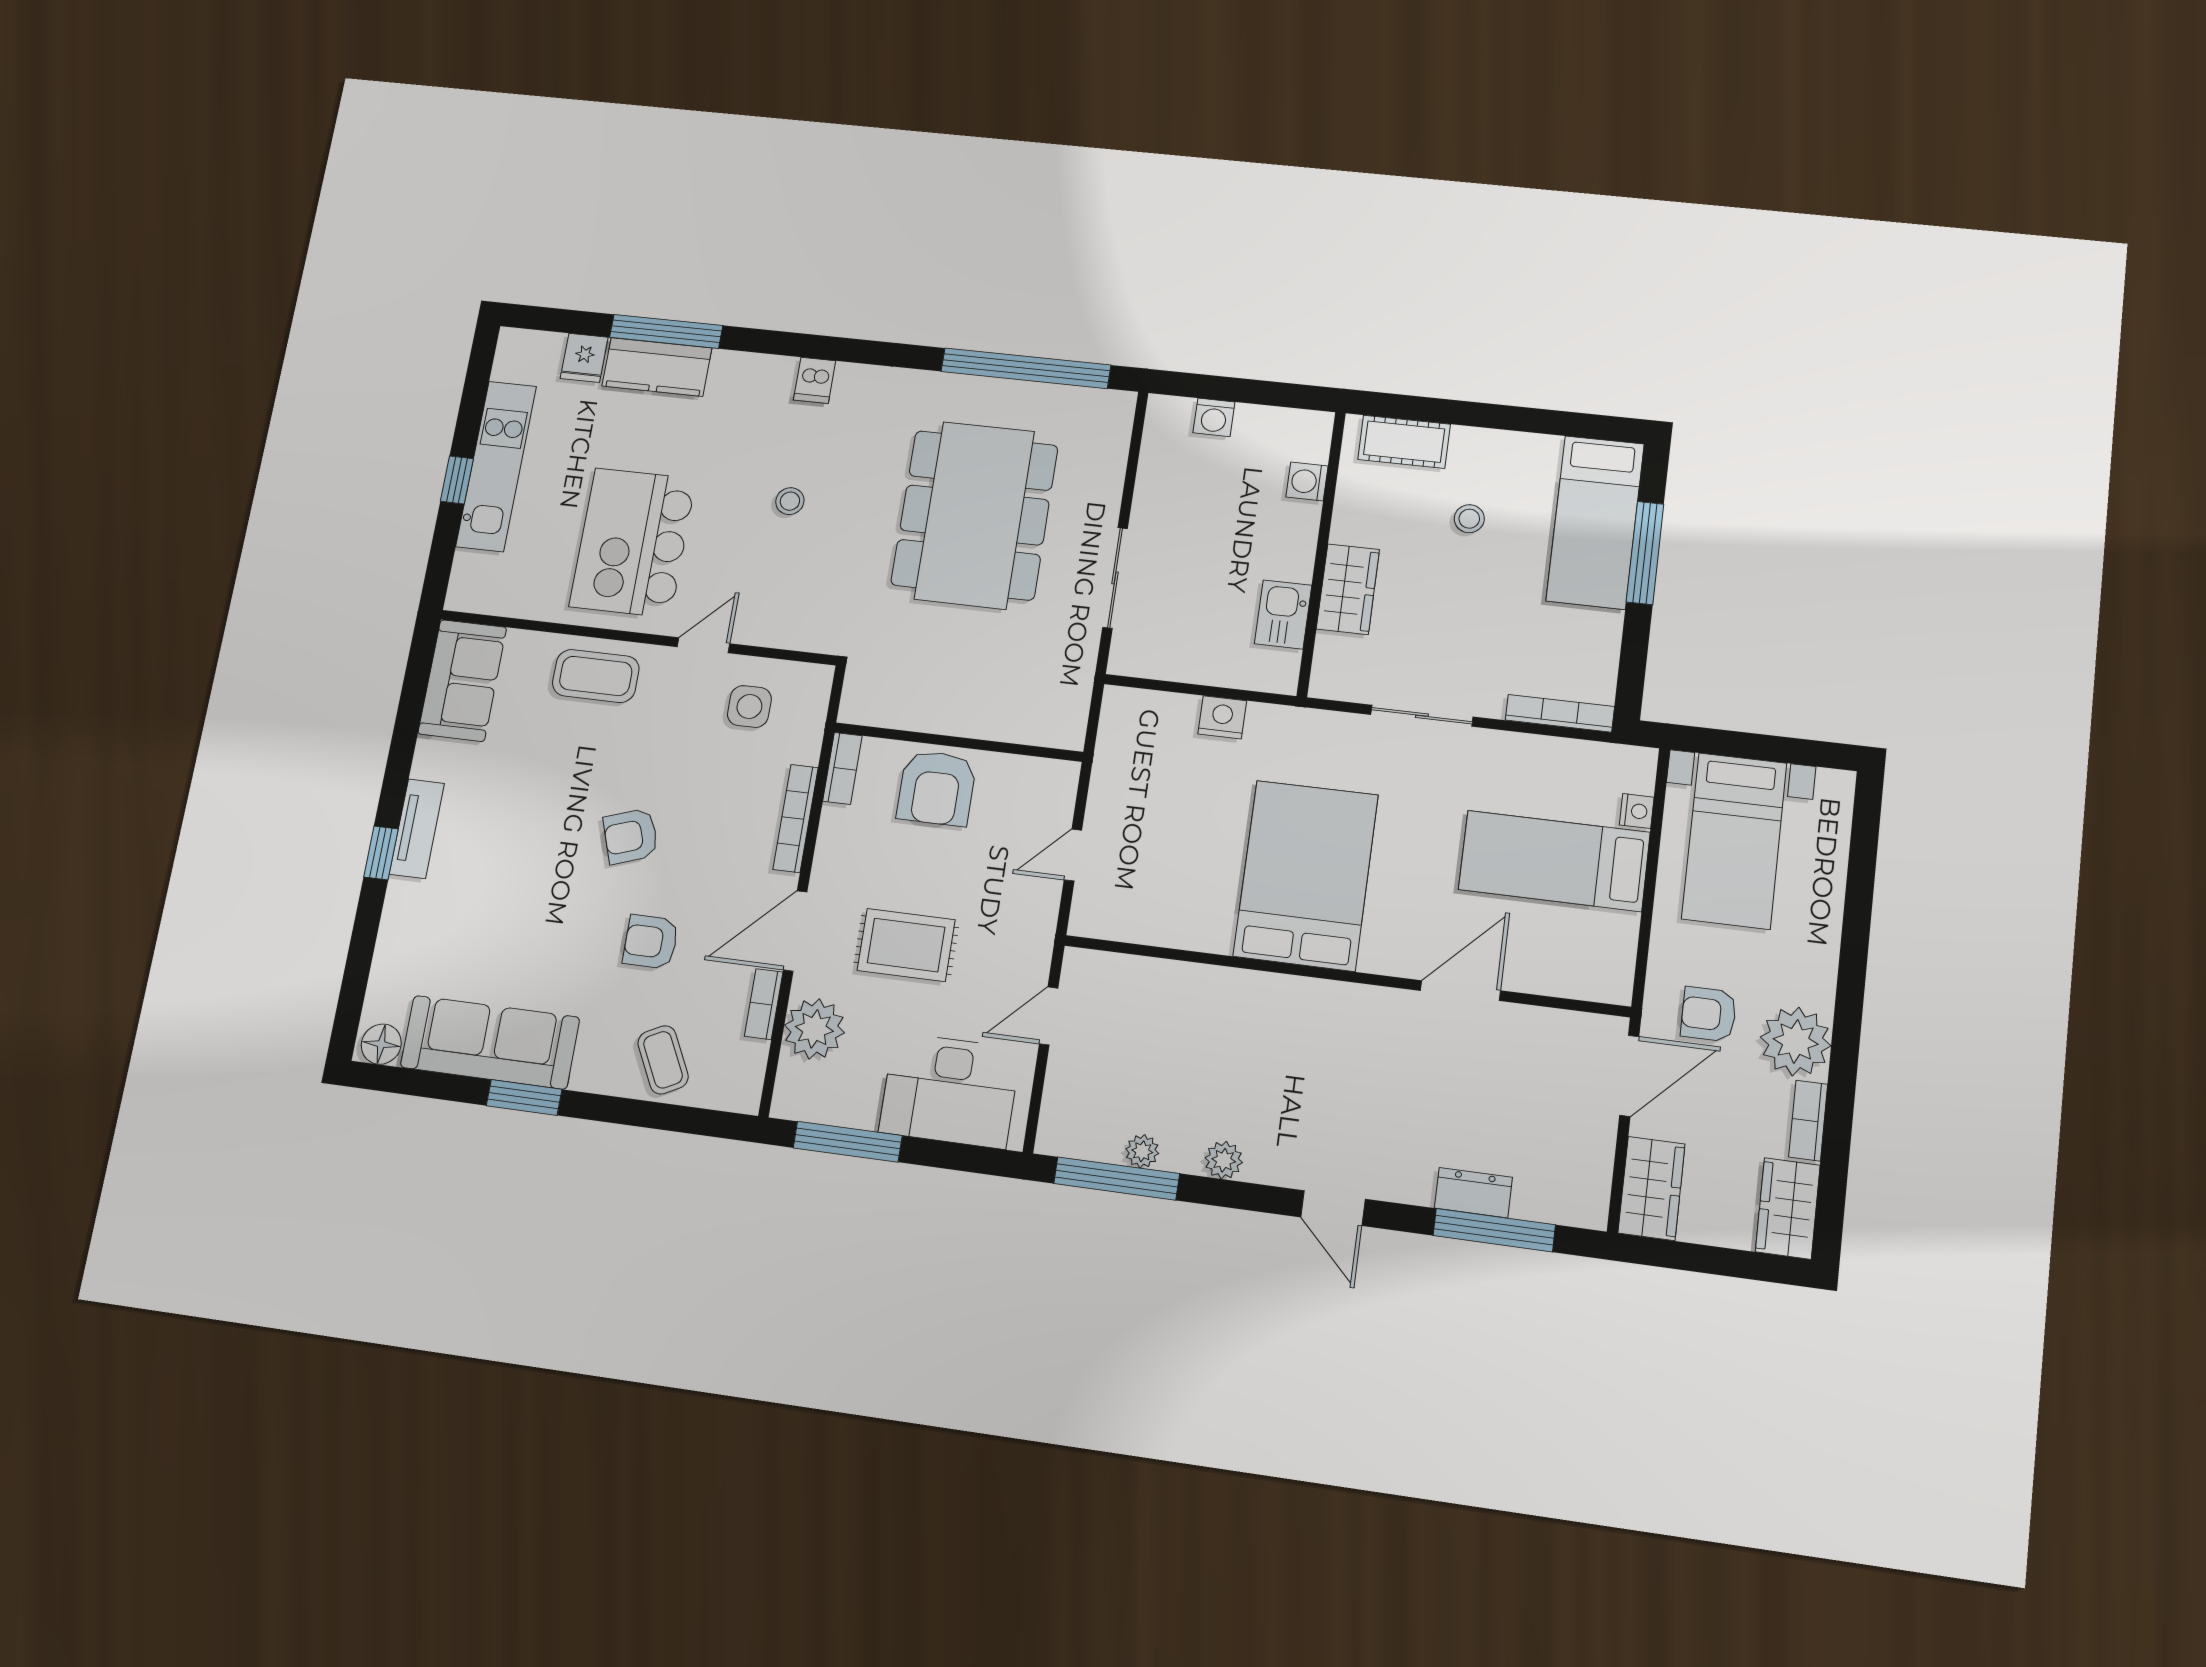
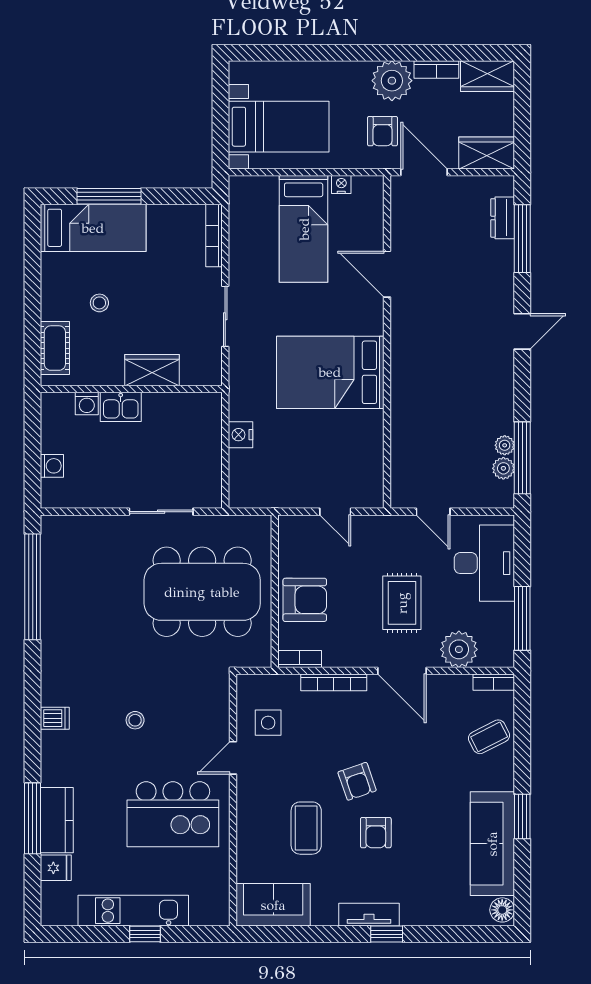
dining table: (974, 515) -> (202, 592), moved
kitchen sink: (1283, 615) -> (121, 407), moved
door: (704, 645) -> (233, 758), hinge flipped
coffee table: (596, 676) -> (306, 828), moved
nightstand: (1637, 811) -> (341, 184), moved
armchair: (651, 942) -> (376, 833), moved
bookcase: (764, 1004) -> (494, 682), moved
plant: (1224, 1160) -> (503, 468), moved
dresser: (1473, 1193) -> (503, 218), moved

